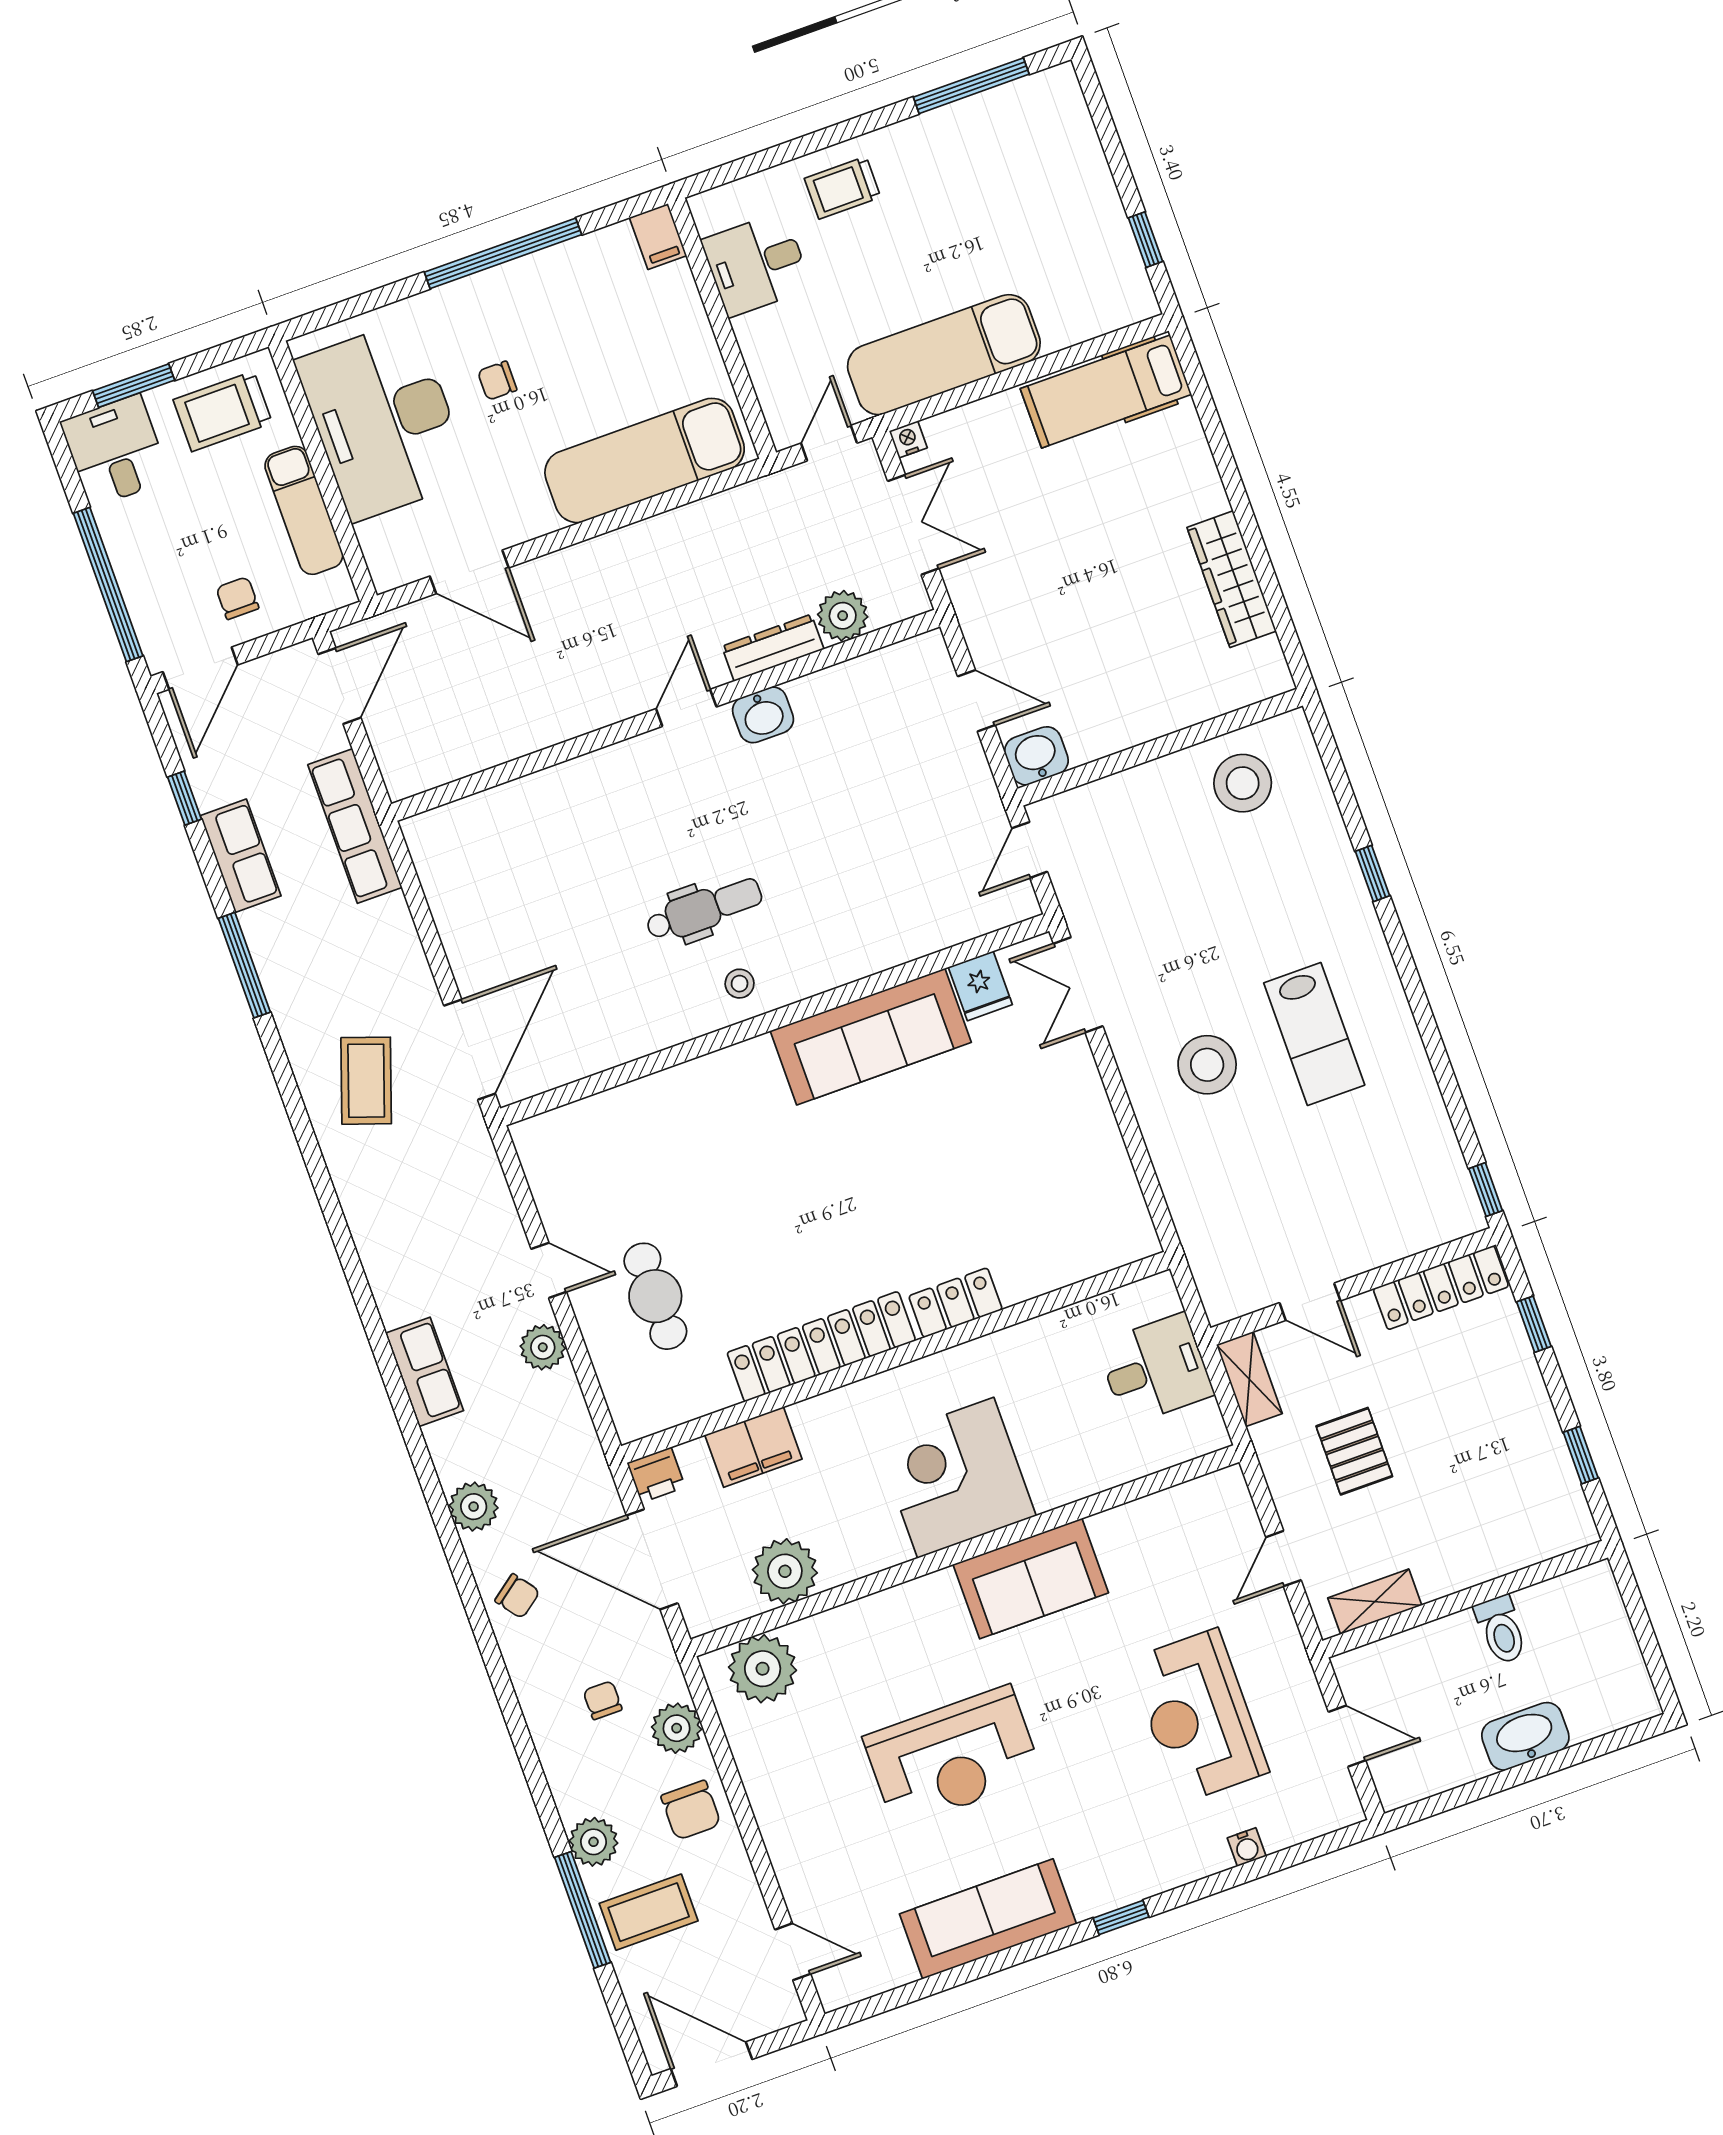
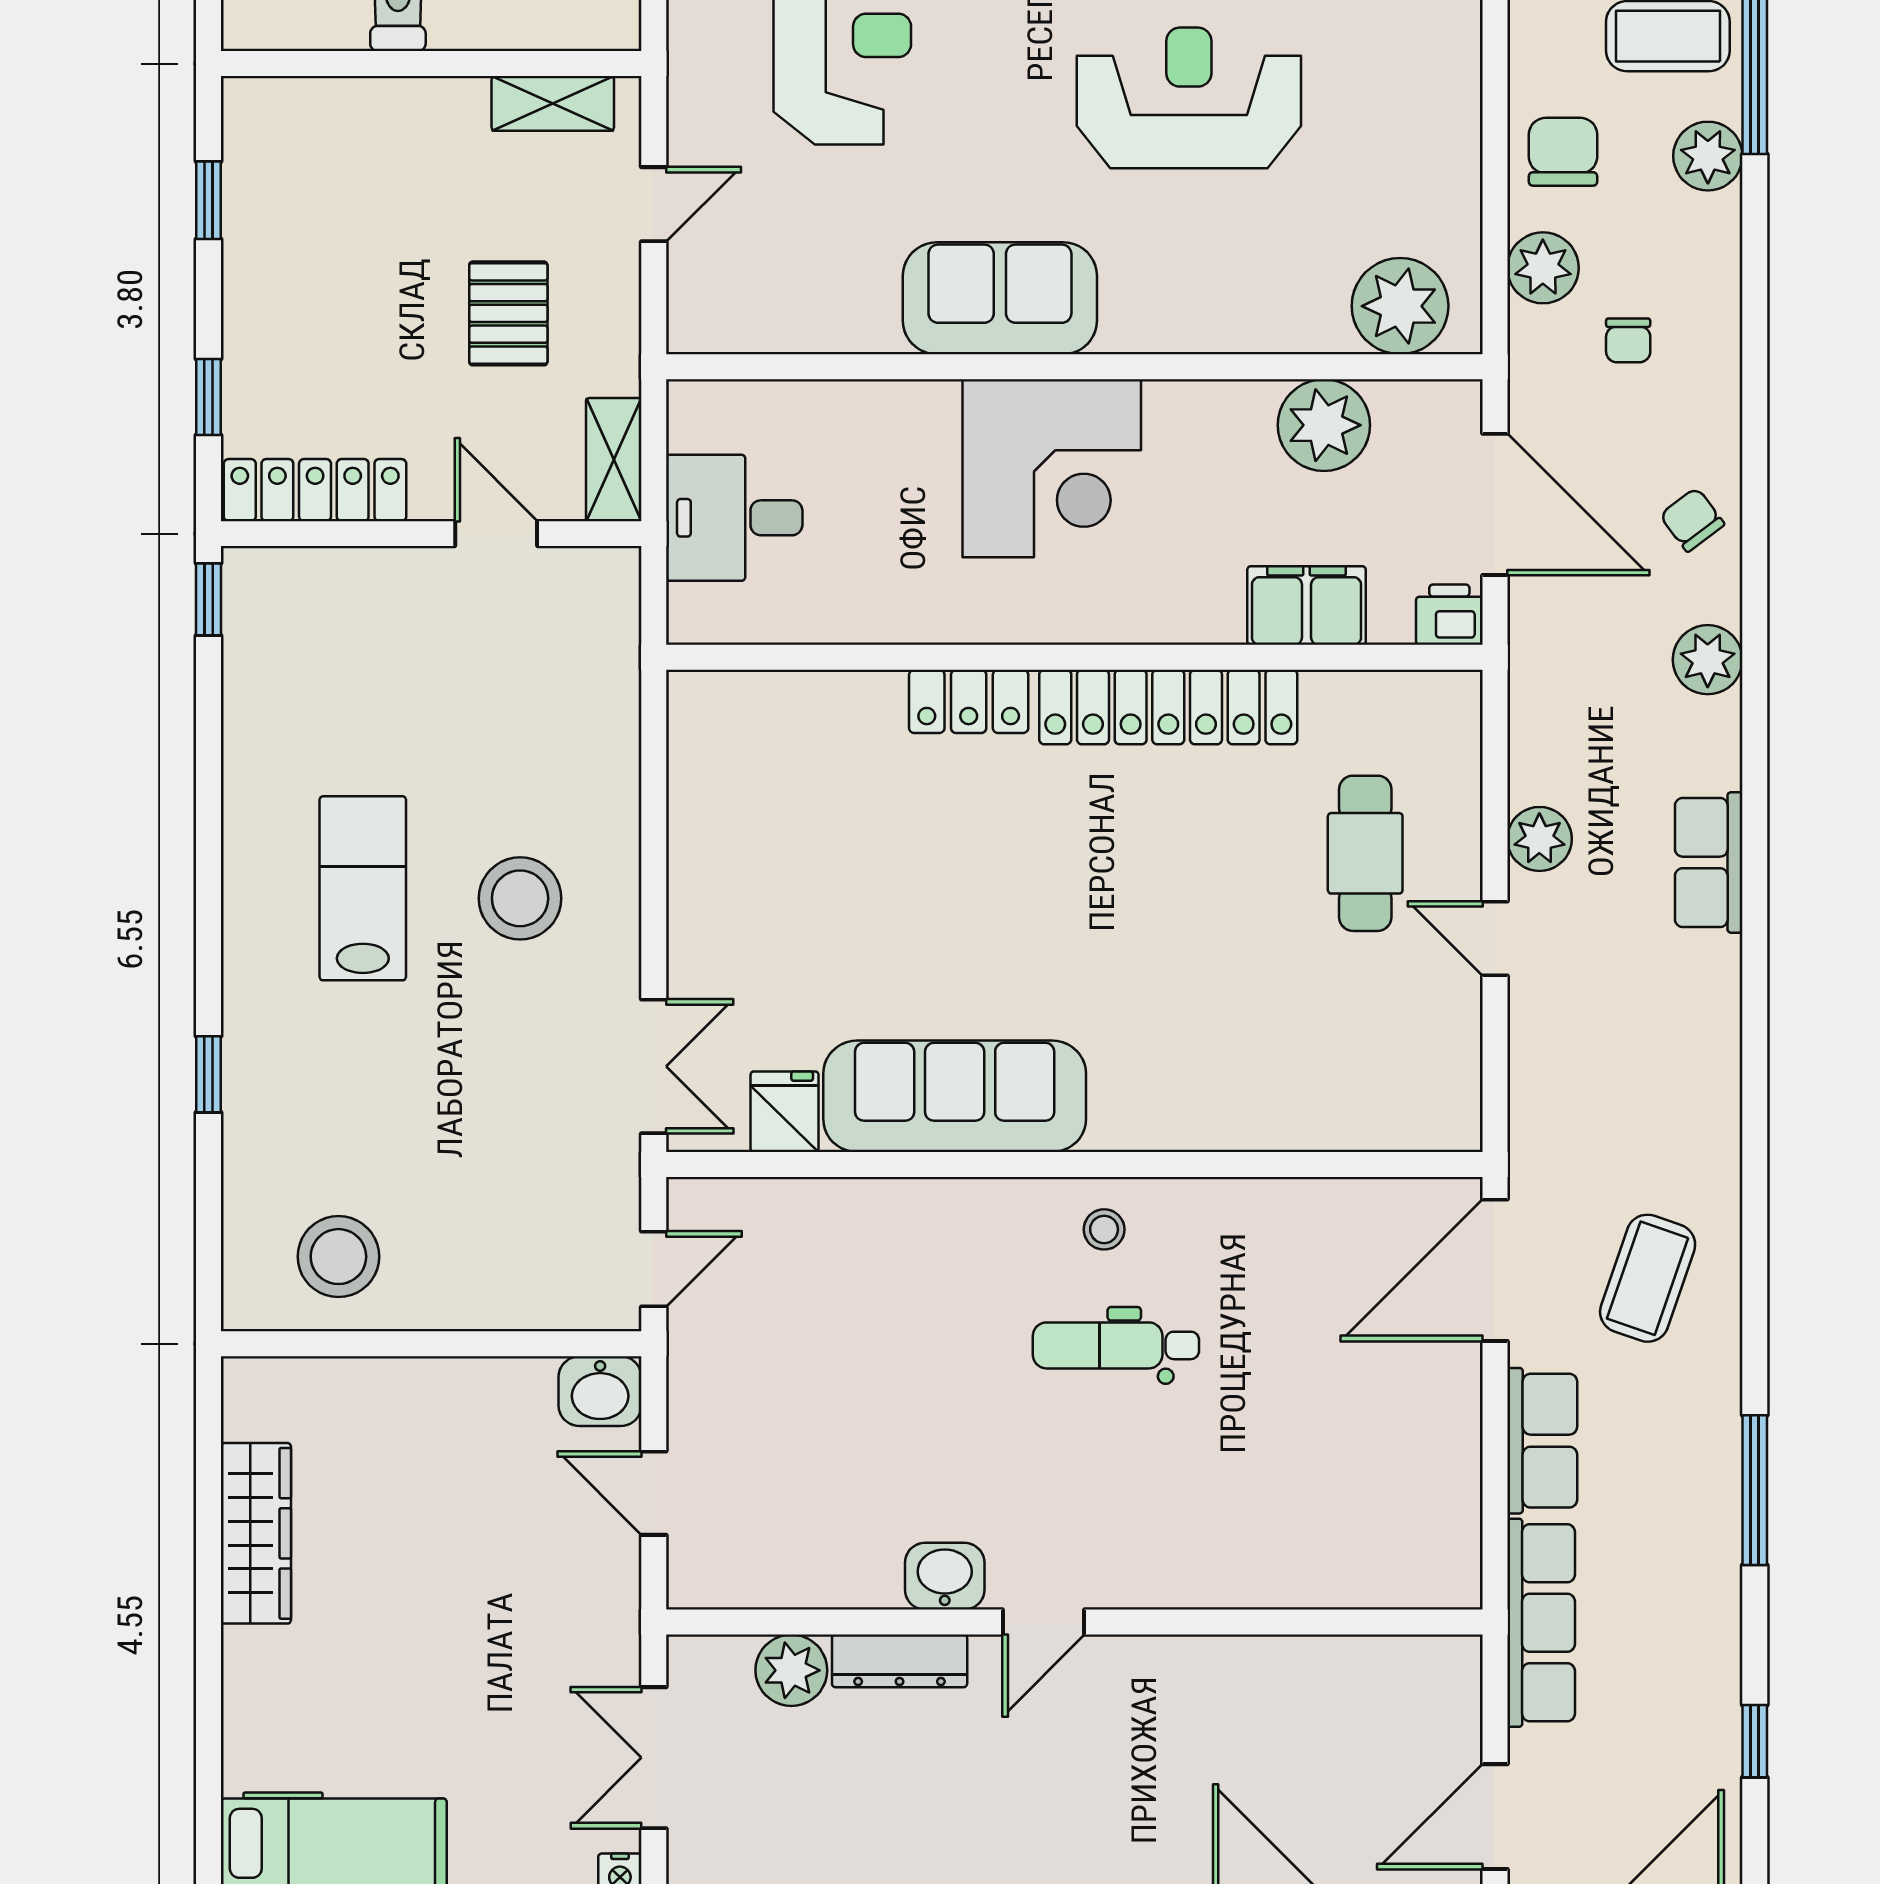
row of seats: (241, 856) -> (1542, 1441), moved, turned 180

